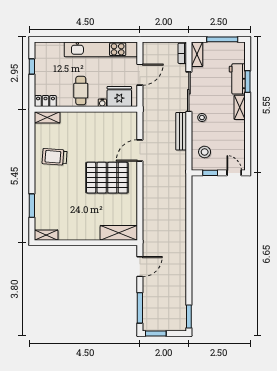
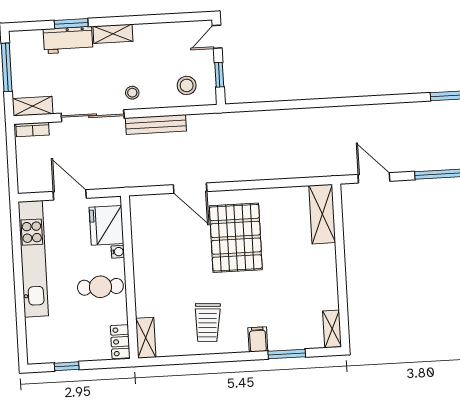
filing cabinet: (42, 188) -> (258, 339), added

